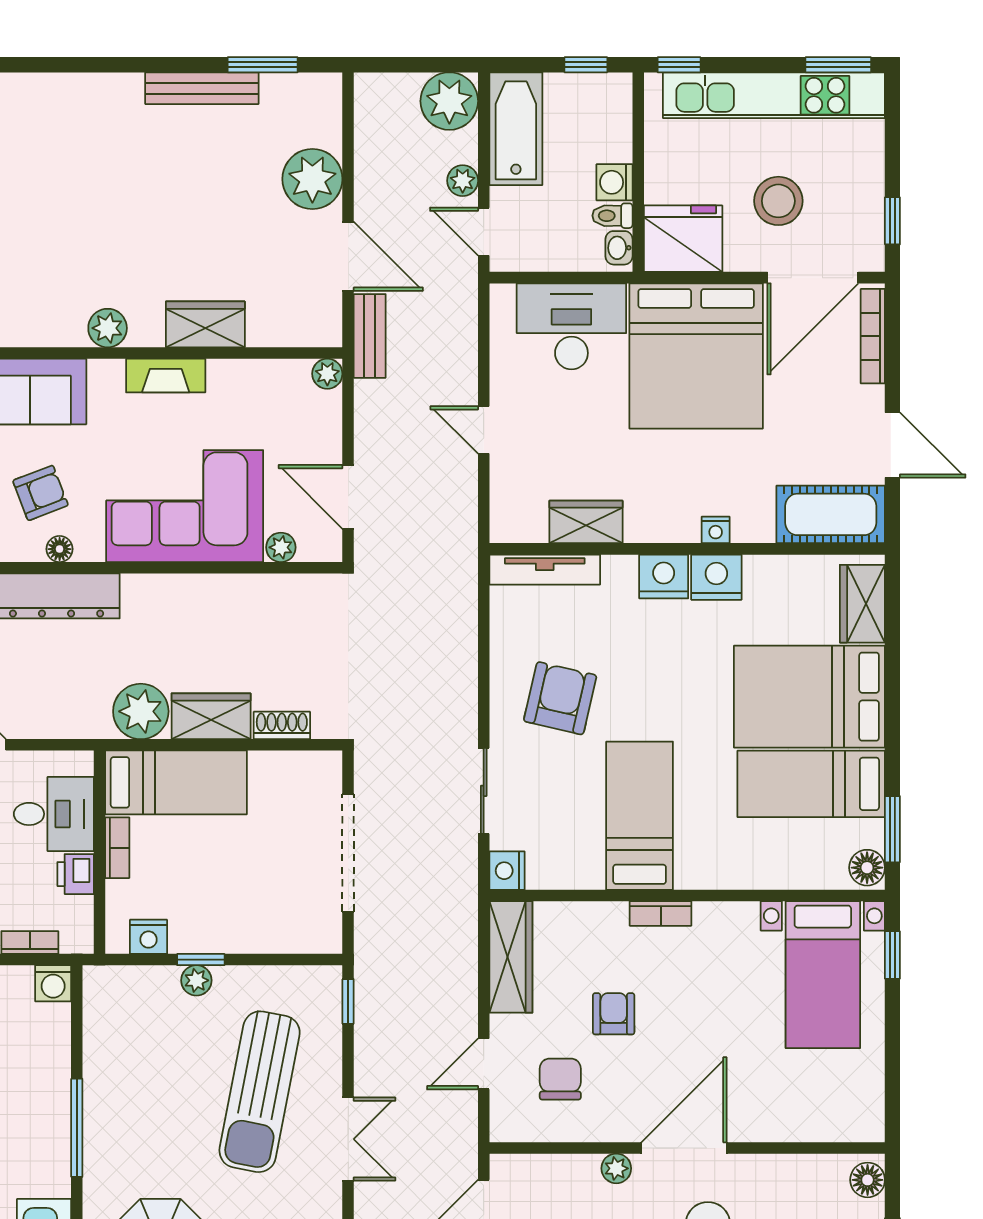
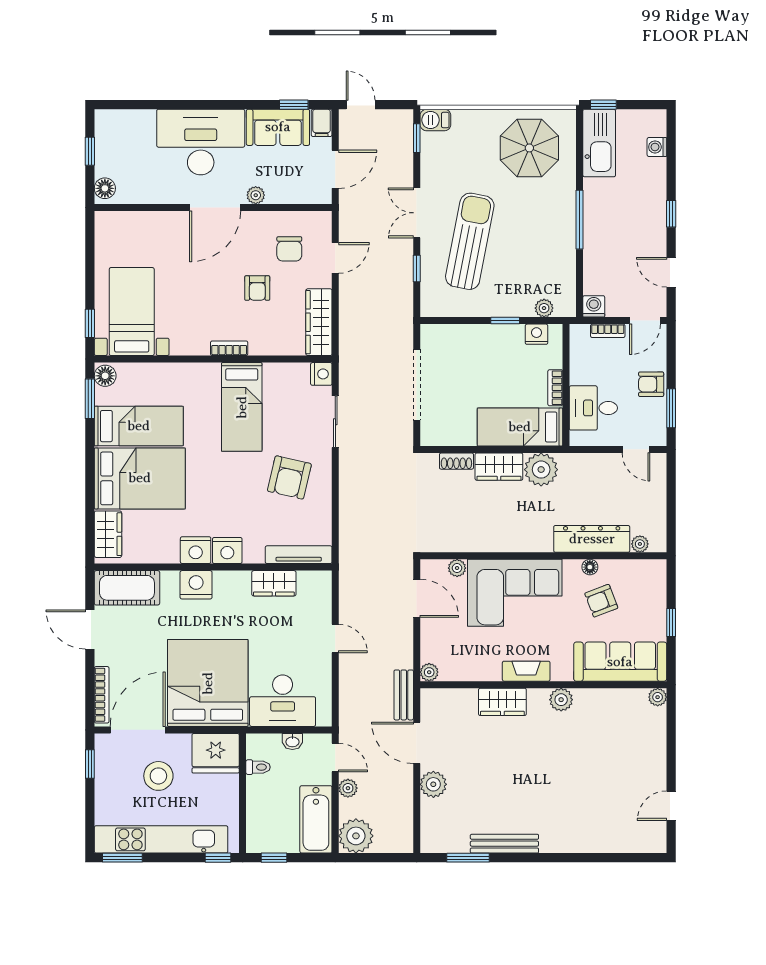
plant: (312, 179) -> (433, 784), width x0.73, depth x0.73
washing machine: (614, 182) -> (257, 787), removed
washbasin: (619, 248) -> (292, 741), moved, turned 90
nightstand: (716, 530) -> (196, 585), width x1.89, depth x1.79
printer: (76, 874) -> (580, 372), removed
plant: (196, 980) -> (544, 308), moved
window: (348, 1002) -> (417, 269), moved

